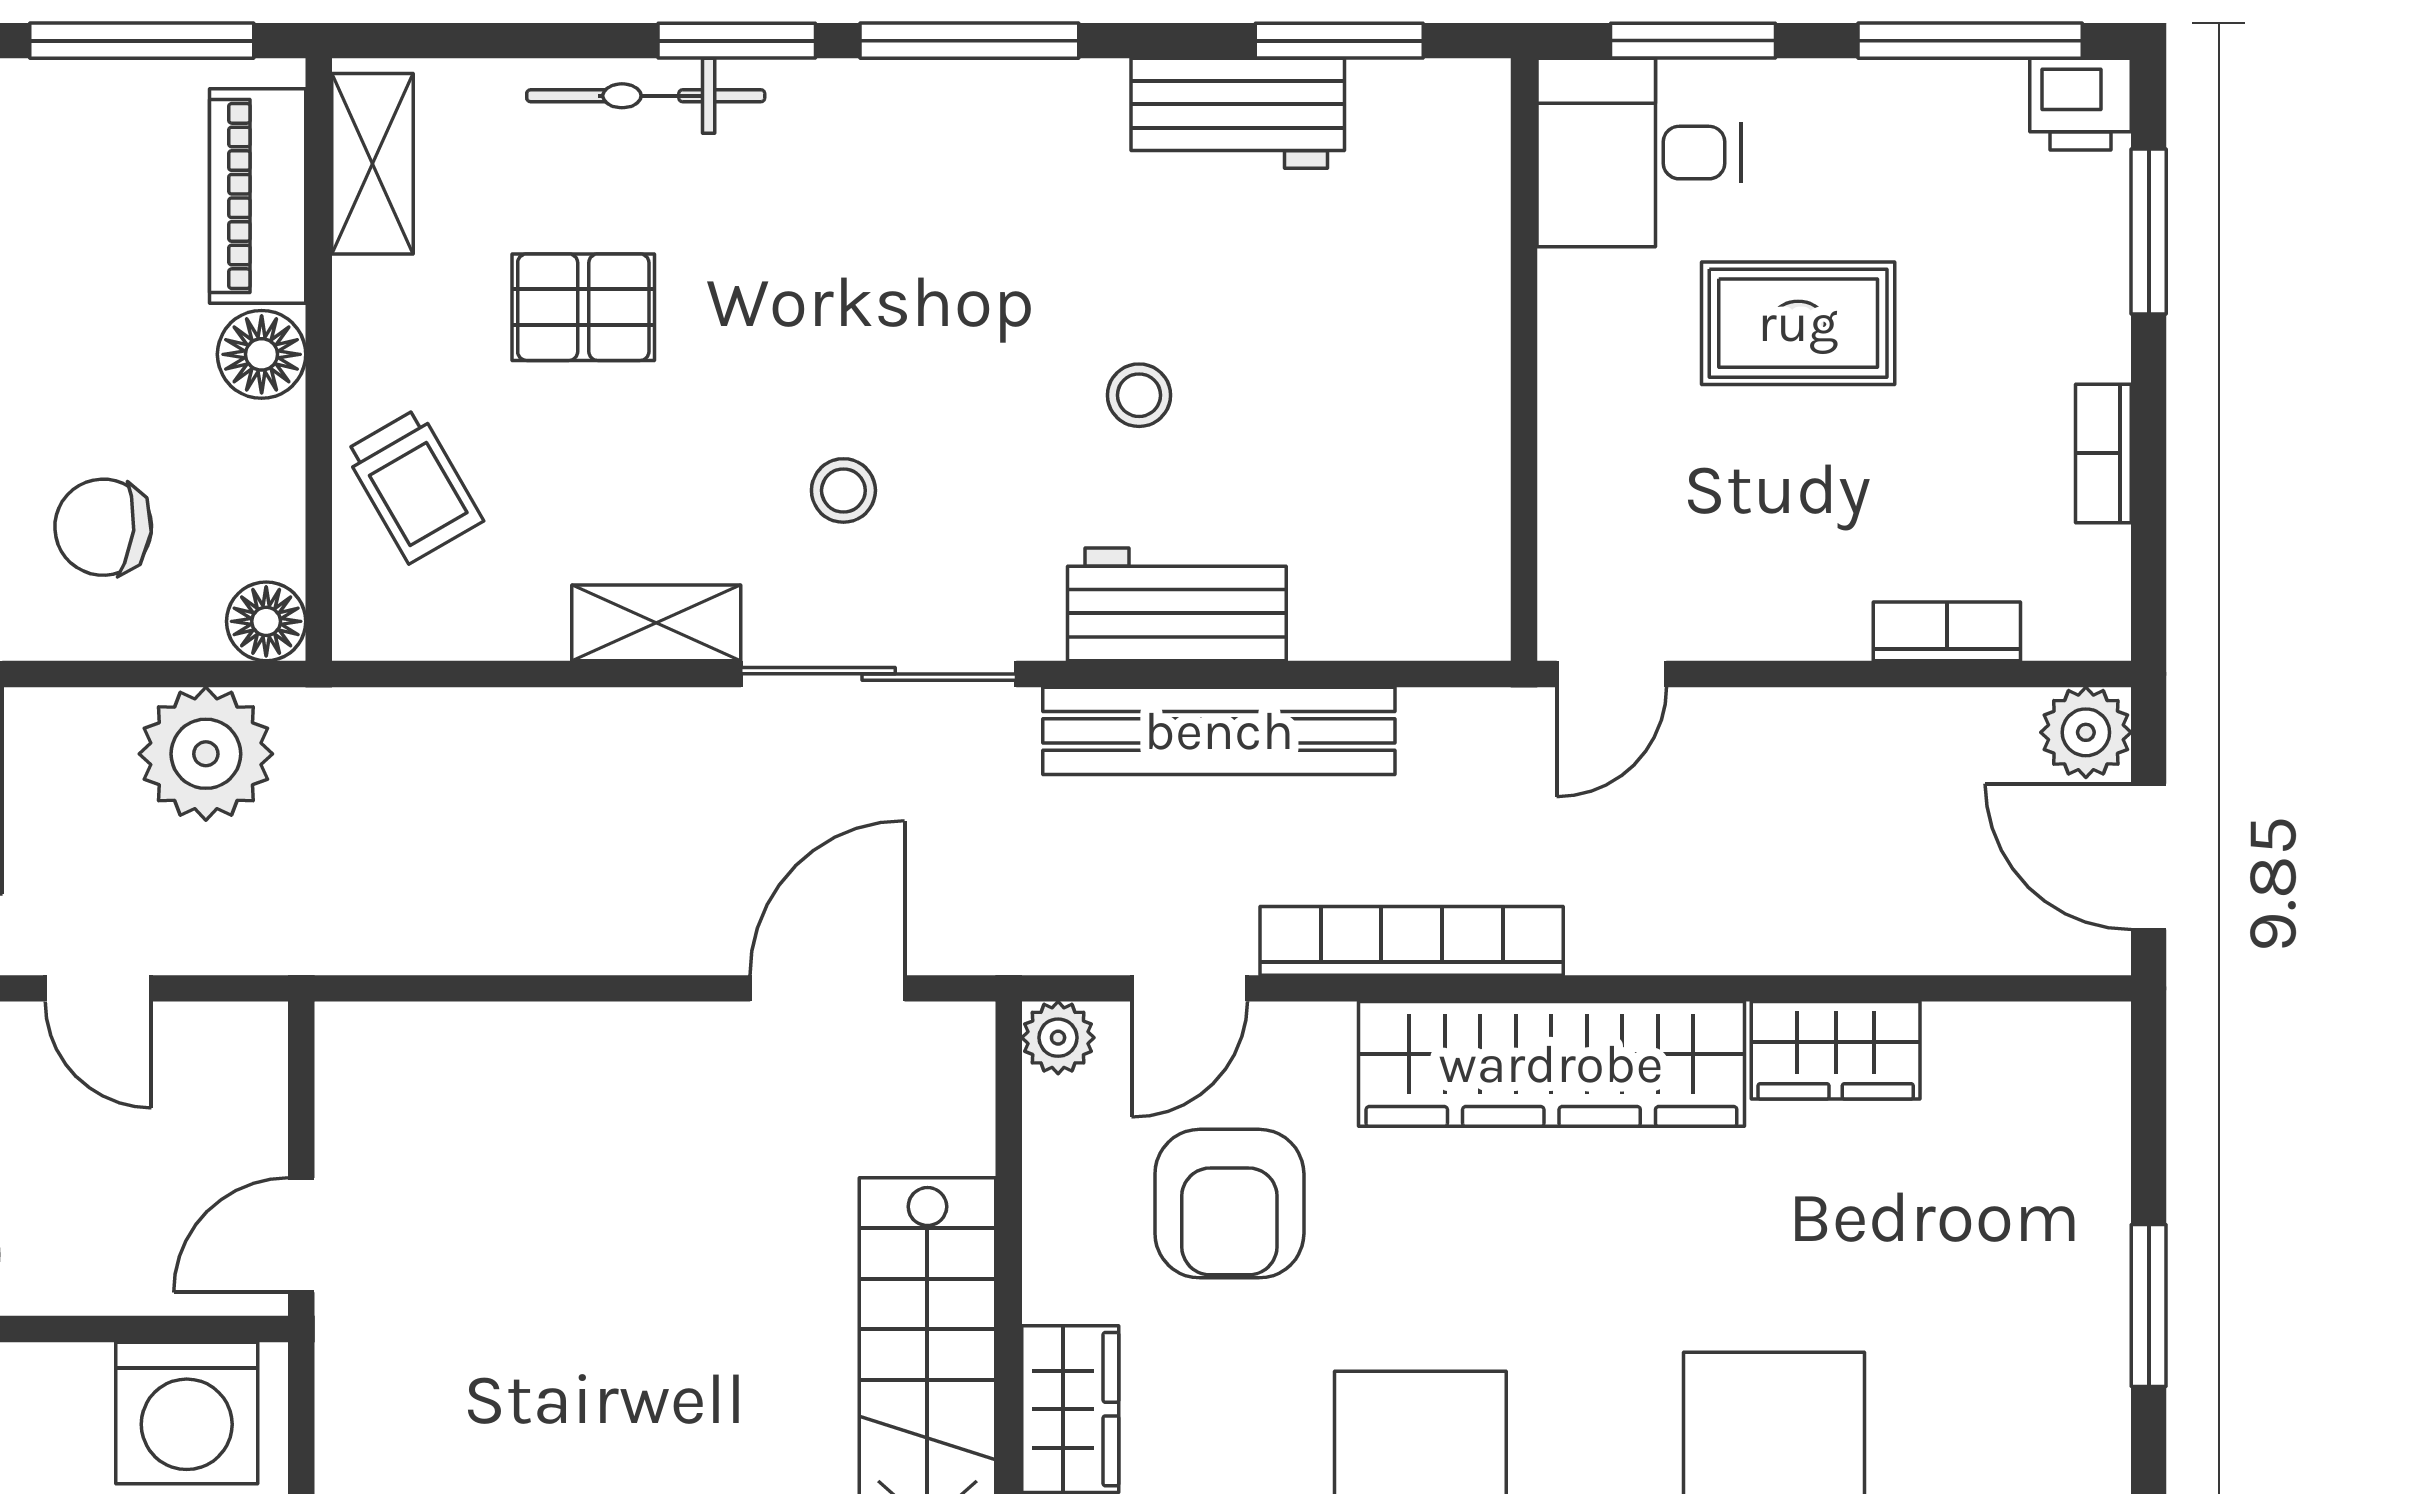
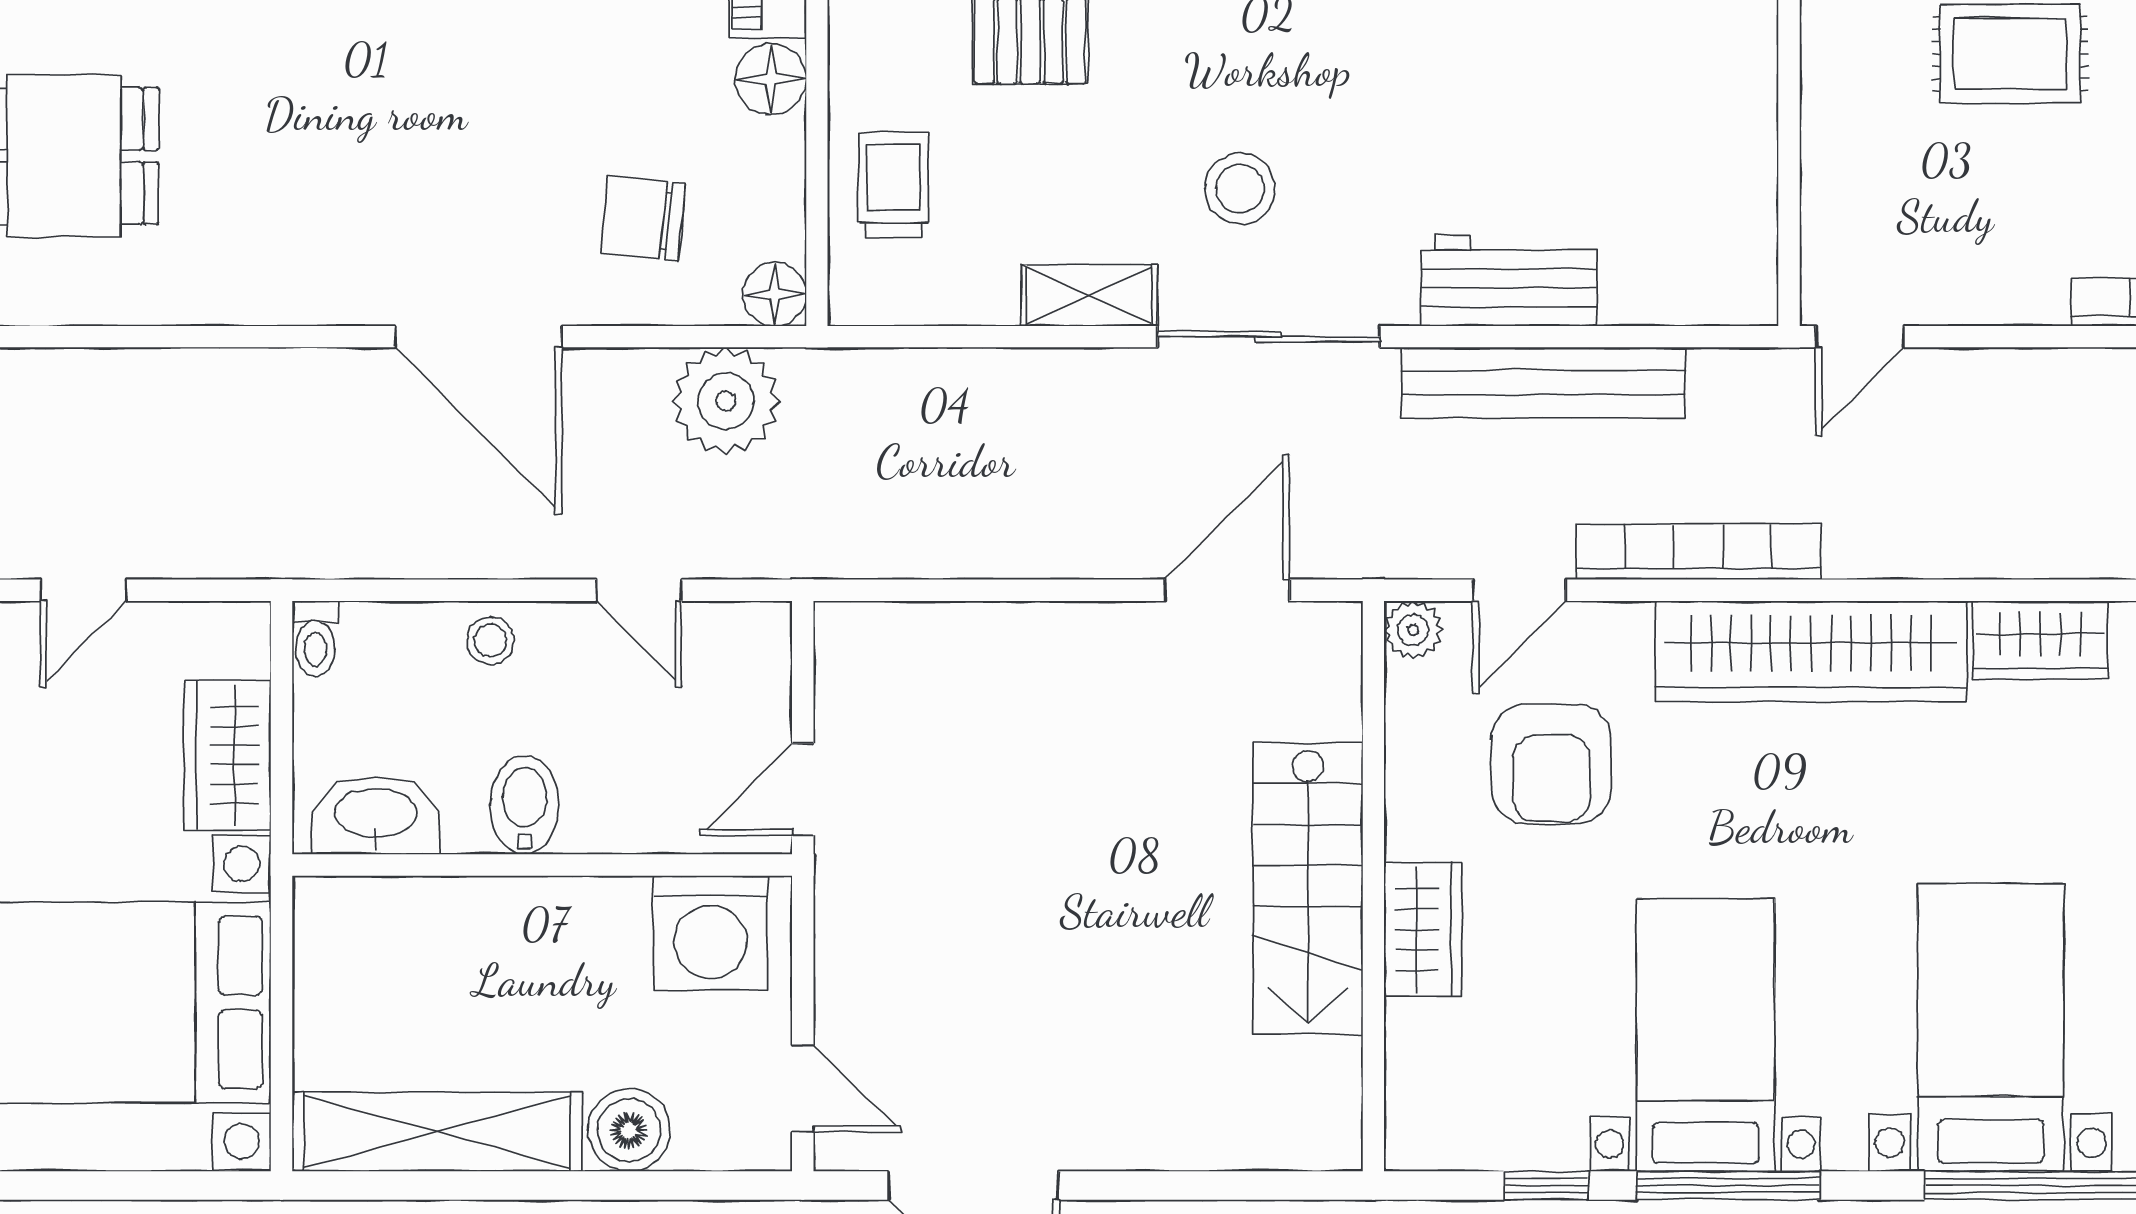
stool: (1139, 395) -> (1478, 112), removed
trolley: (414, 486) -> (893, 185), turned -150
stool: (843, 490) -> (1240, 189), width x1.37, depth x1.37

